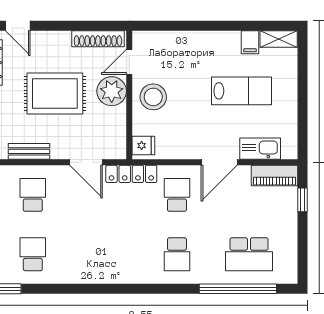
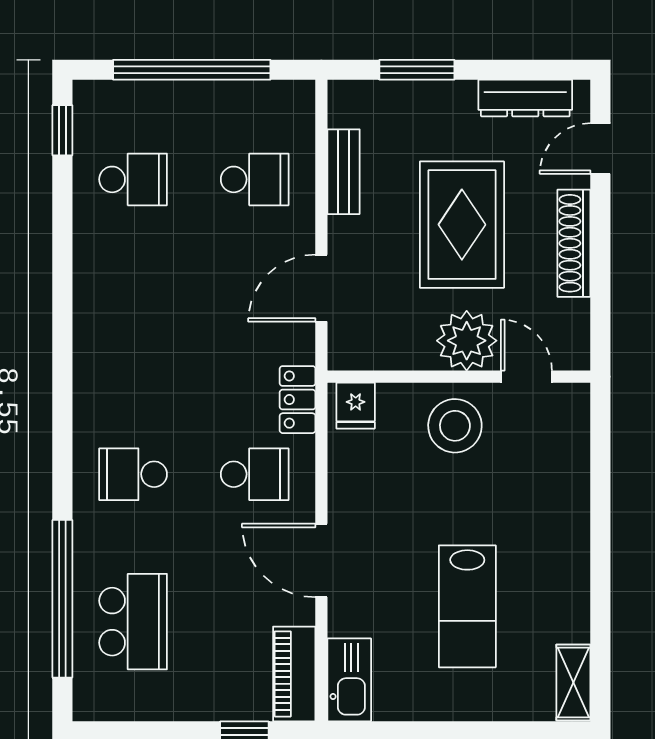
shoe rack: (98, 39) -> (574, 243), moved
filing cabinet: (250, 42) -> (567, 624), removed
kitchen sink: (260, 149) -> (349, 680), moved
locker: (131, 174) -> (298, 400), width x0.66
school desk: (249, 254) -> (133, 622), turned 180

